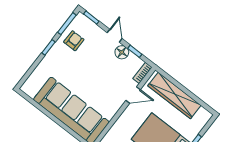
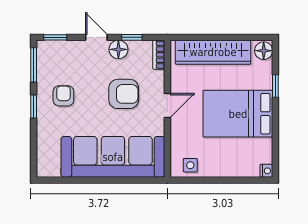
armchair: (74, 41) -> (63, 96), moved
armchair: (105, 80) -> (124, 94), added
door: (133, 95) -> (167, 105), moved
floor lamp: (204, 117) -> (264, 51), added

